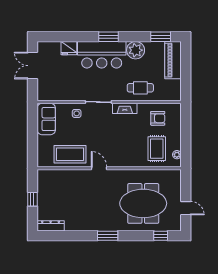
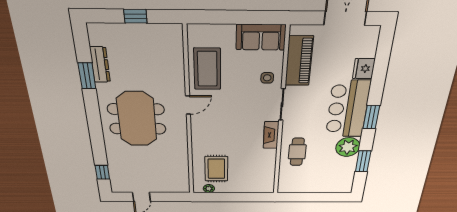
window: (161, 37) -> (363, 161), moved
piano: (173, 60) -> (299, 61), moved, turned 90
armchair: (158, 118) -> (256, 170), removed
rug: (157, 149) -> (216, 169), turned 90
meeting table: (143, 203) -> (137, 119), moved
dresser: (51, 226) -> (100, 65), moved
window: (108, 236) -> (87, 76), moved

